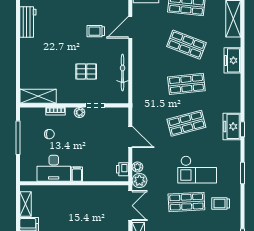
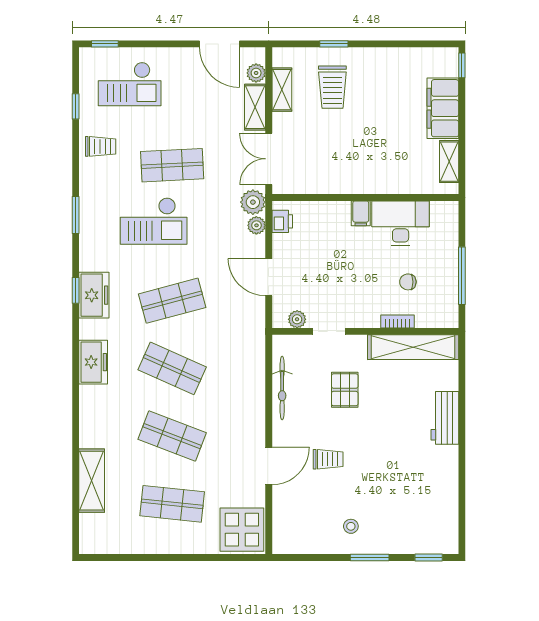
workbench: (28, 22) -> (445, 418), moved
freezer: (232, 60) -> (93, 362), moved
pallet: (86, 71) -> (345, 390), turned 90
shop shelf: (186, 84) -> (172, 368), turned 30
shelving: (38, 96) -> (413, 347), width x1.47
plant: (80, 112) -> (297, 319), moved
checkout: (197, 170) -> (154, 221), turned 180
trolley: (221, 204) -> (101, 146), moved

